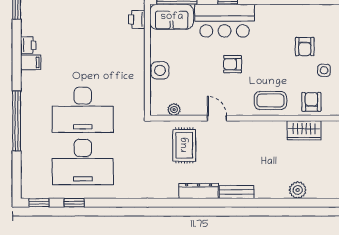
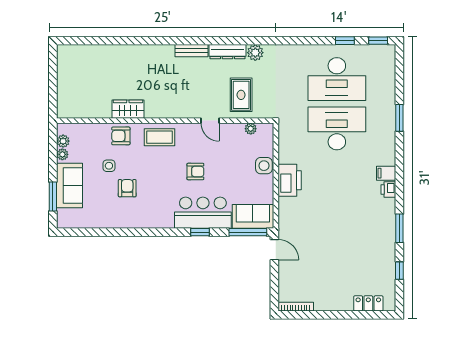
printer: (137, 20) -> (290, 180), moved, width x1.87, depth x1.48
armchair: (311, 102) -> (121, 136), turned 90
window: (17, 121) -> (399, 118), width x0.47
desk: (83, 162) -> (337, 79), turned 180
plant: (298, 190) -> (255, 53), moved

